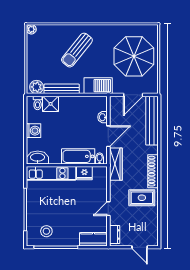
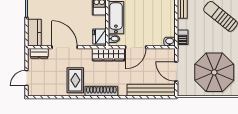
barbecue: (98, 86) -> (183, 37), width x0.53, depth x0.65
washbasin: (103, 117) -> (170, 42), moved
door: (108, 136) -> (136, 47), hinge flipped
fridge: (84, 173) -> (99, 37), moved
door: (108, 209) -> (65, 47), width x1.88

